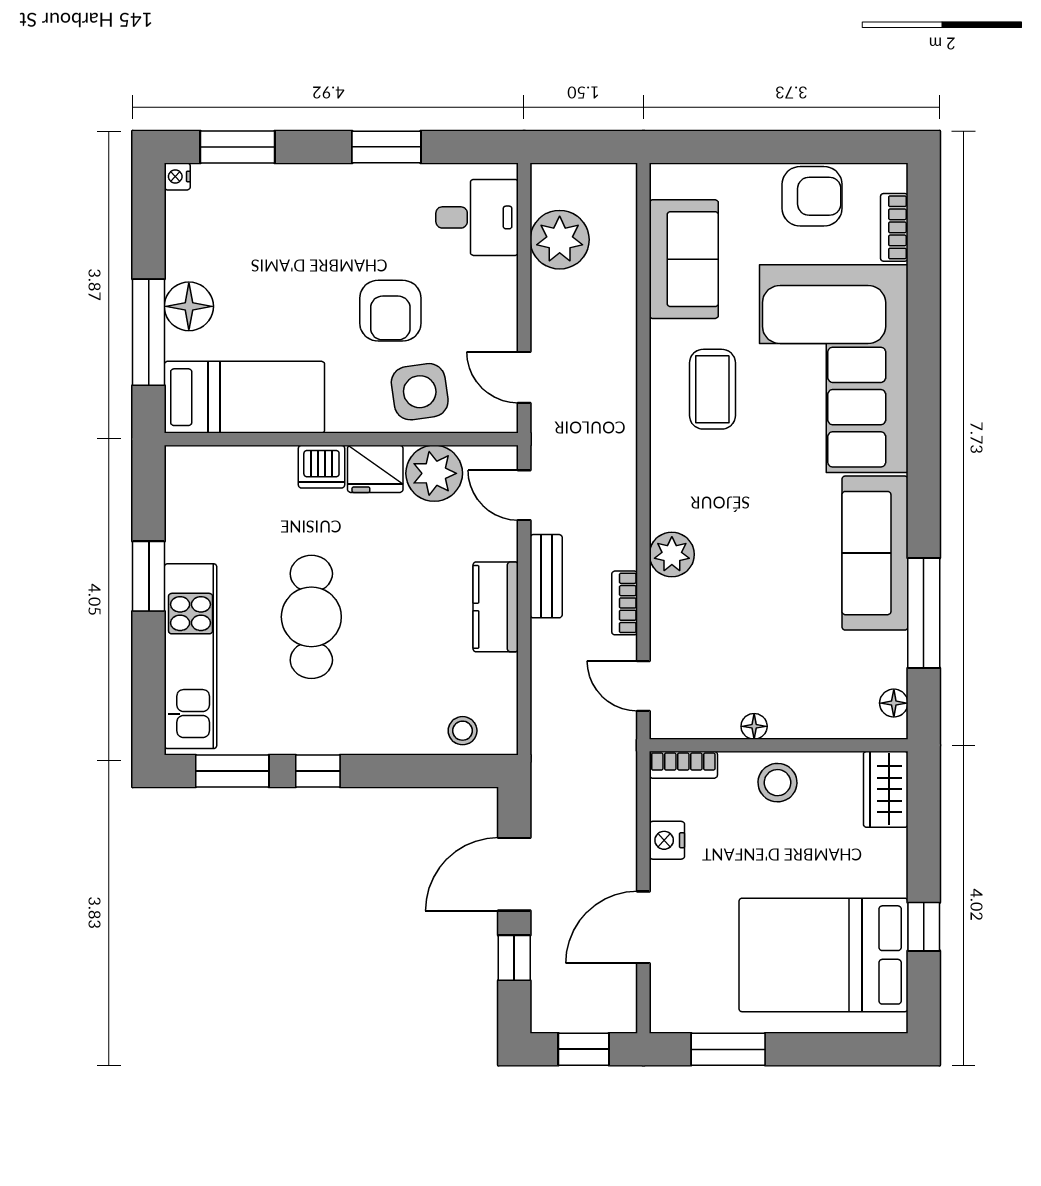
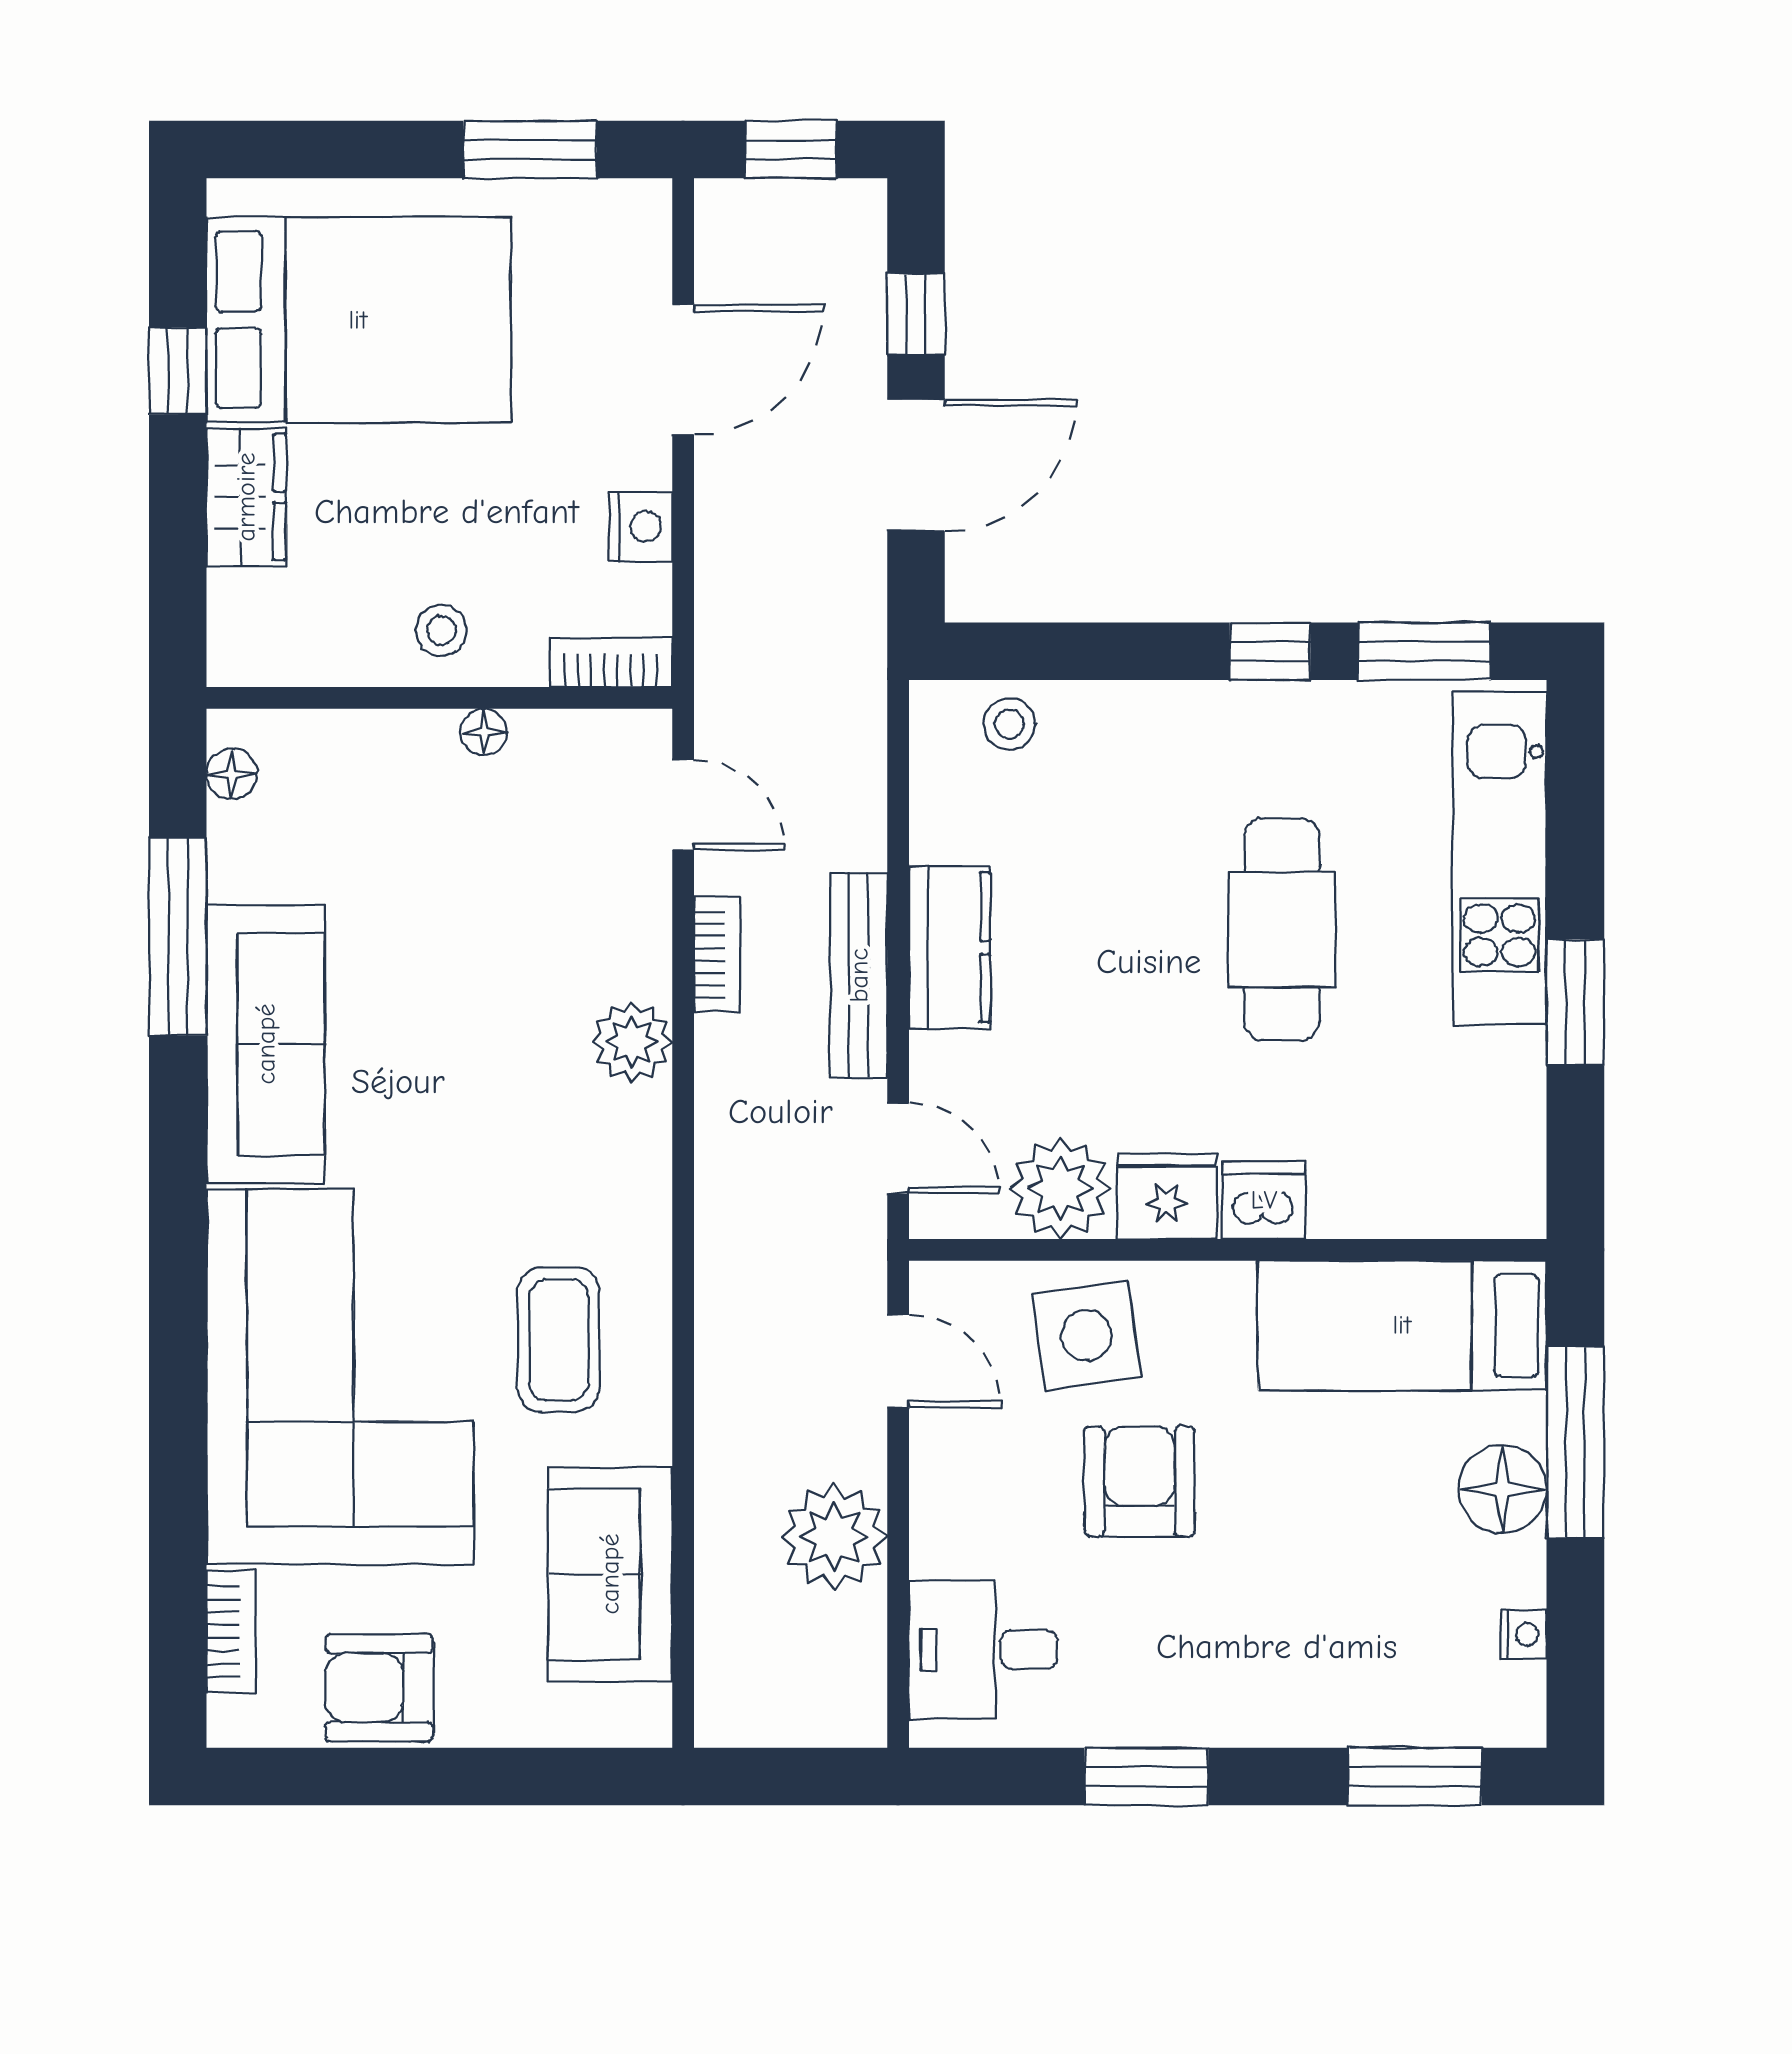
nightstand: (177, 176) -> (1524, 1634), moved
plant: (560, 240) -> (834, 1537), moved
bench: (546, 576) -> (859, 975), width x1.36
stool: (777, 783) -> (441, 630), width x0.73, depth x0.73
wardrobe: (886, 789) -> (246, 497), moved

